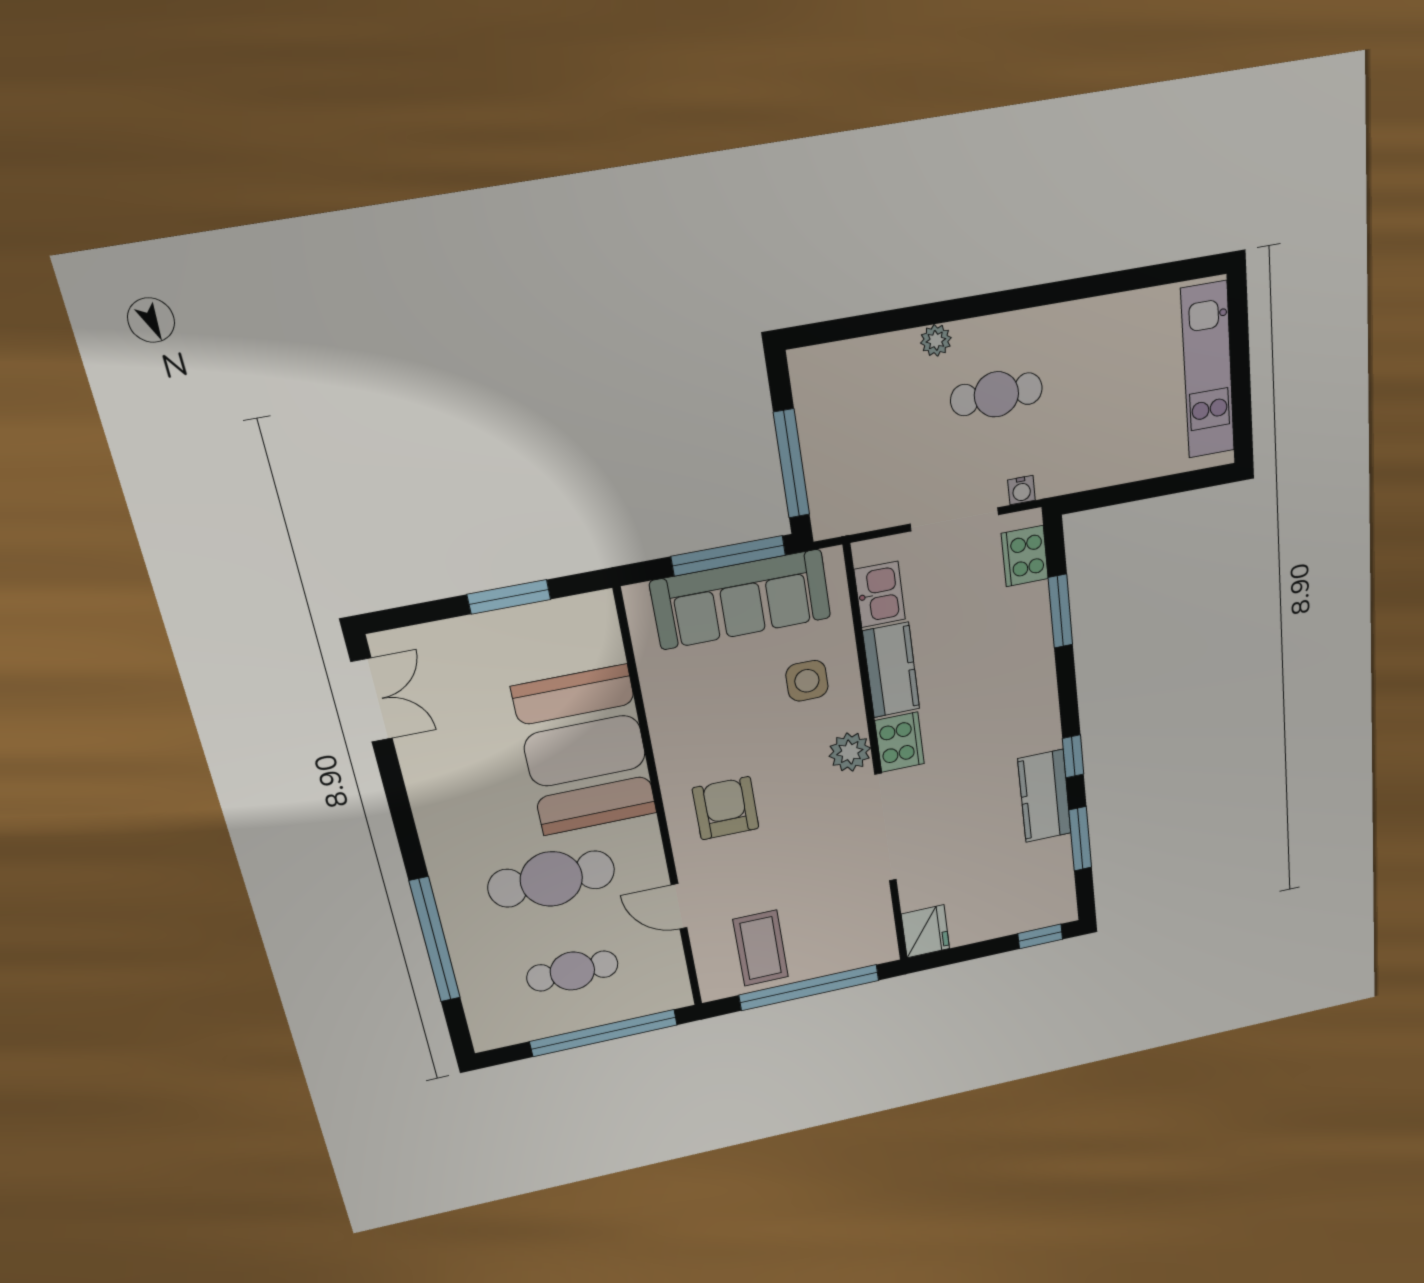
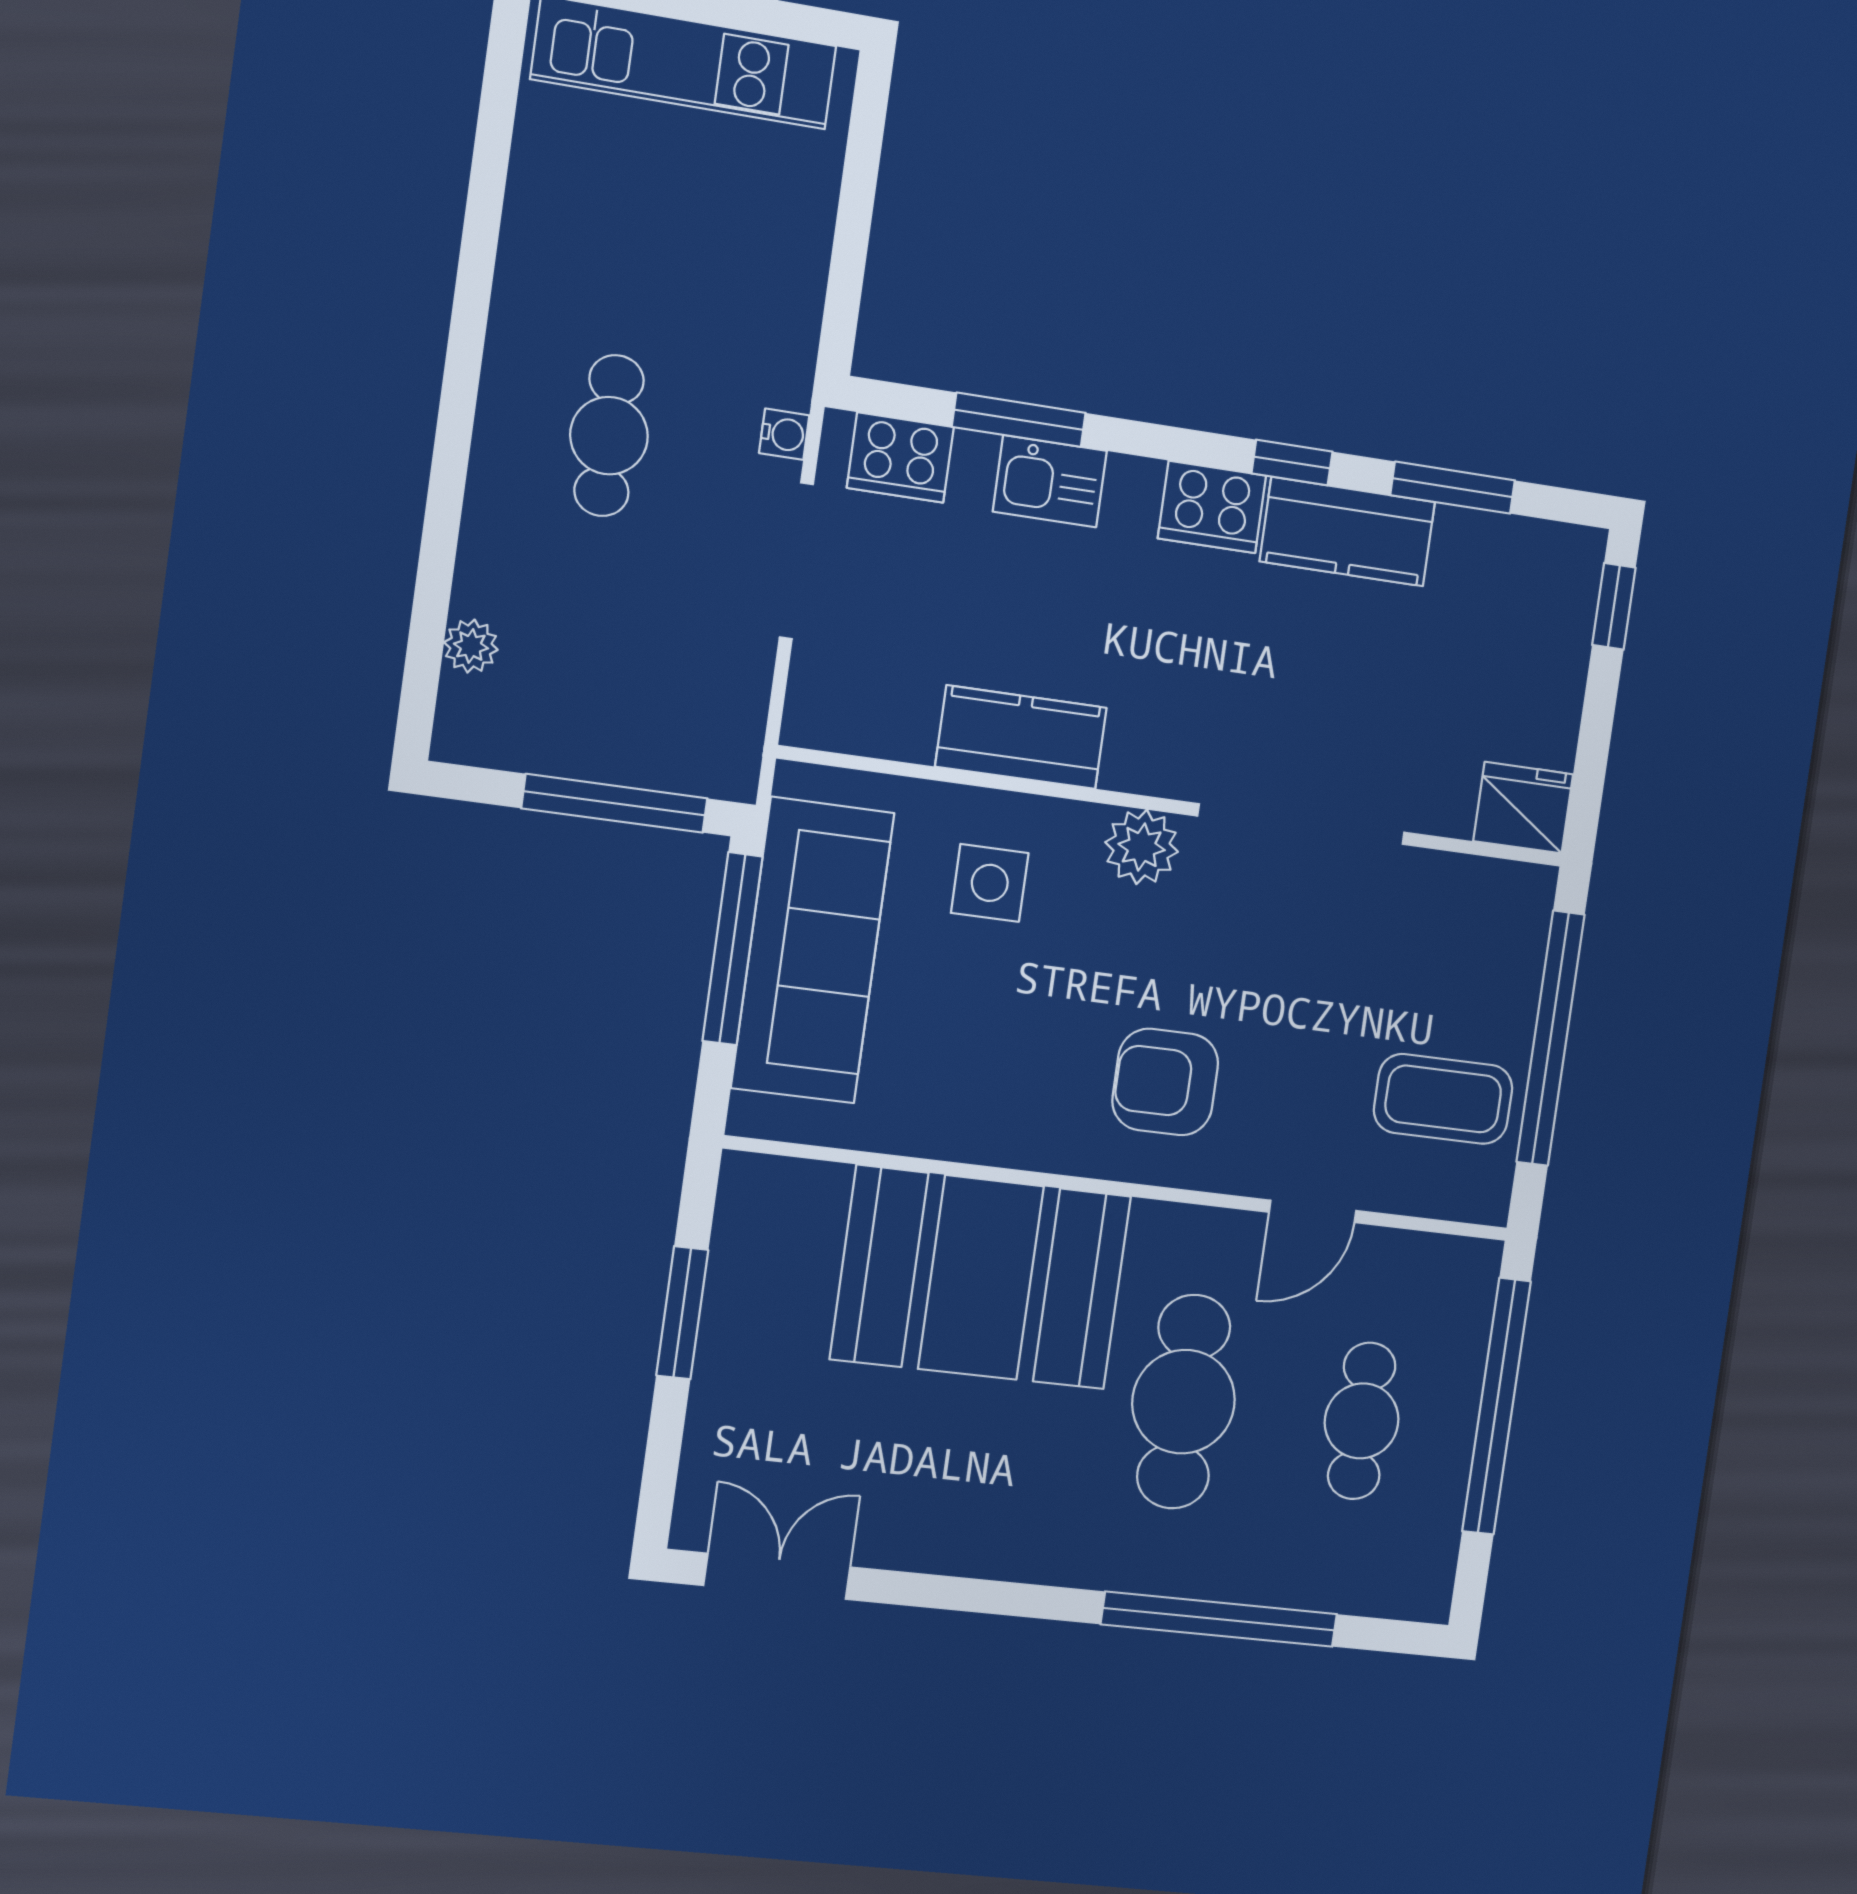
plant: (936, 340) -> (471, 646), moved
kitchen sink: (880, 594) -> (1050, 481), moved, turned 180
cooker: (900, 742) -> (1212, 507), moved, turned 180

